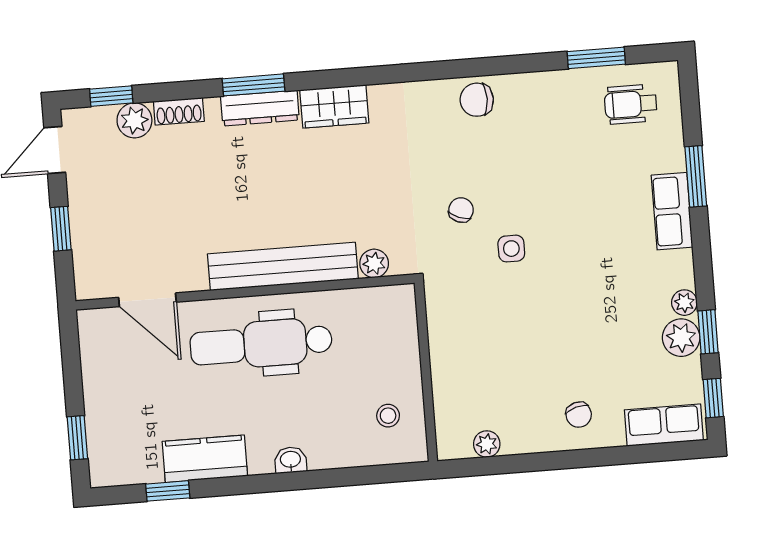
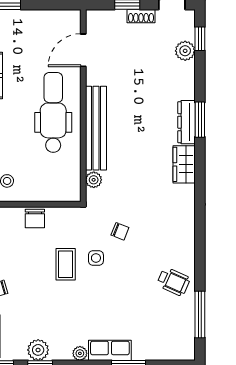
window: (596, 58) -> (200, 314), width x1.44
chair: (477, 100) -> (35, 219), moved, turned 180
wheelchair: (631, 104) -> (173, 282), moved, turned 114
shoe rack: (179, 111) -> (141, 16), moved, turned -90
coffee table: (526, 301) -> (66, 264), added
plant: (684, 303) -> (80, 353), moved

